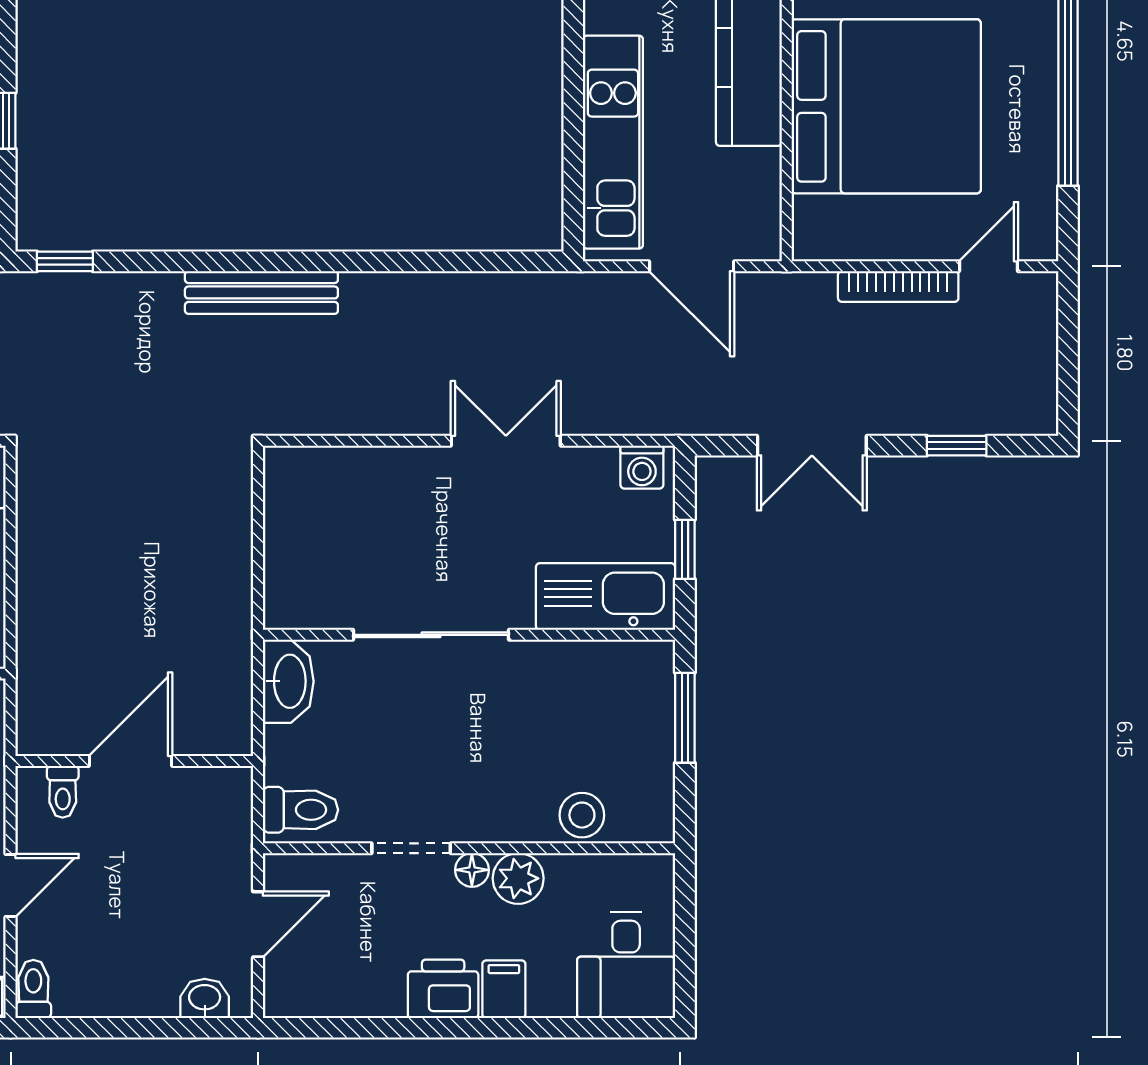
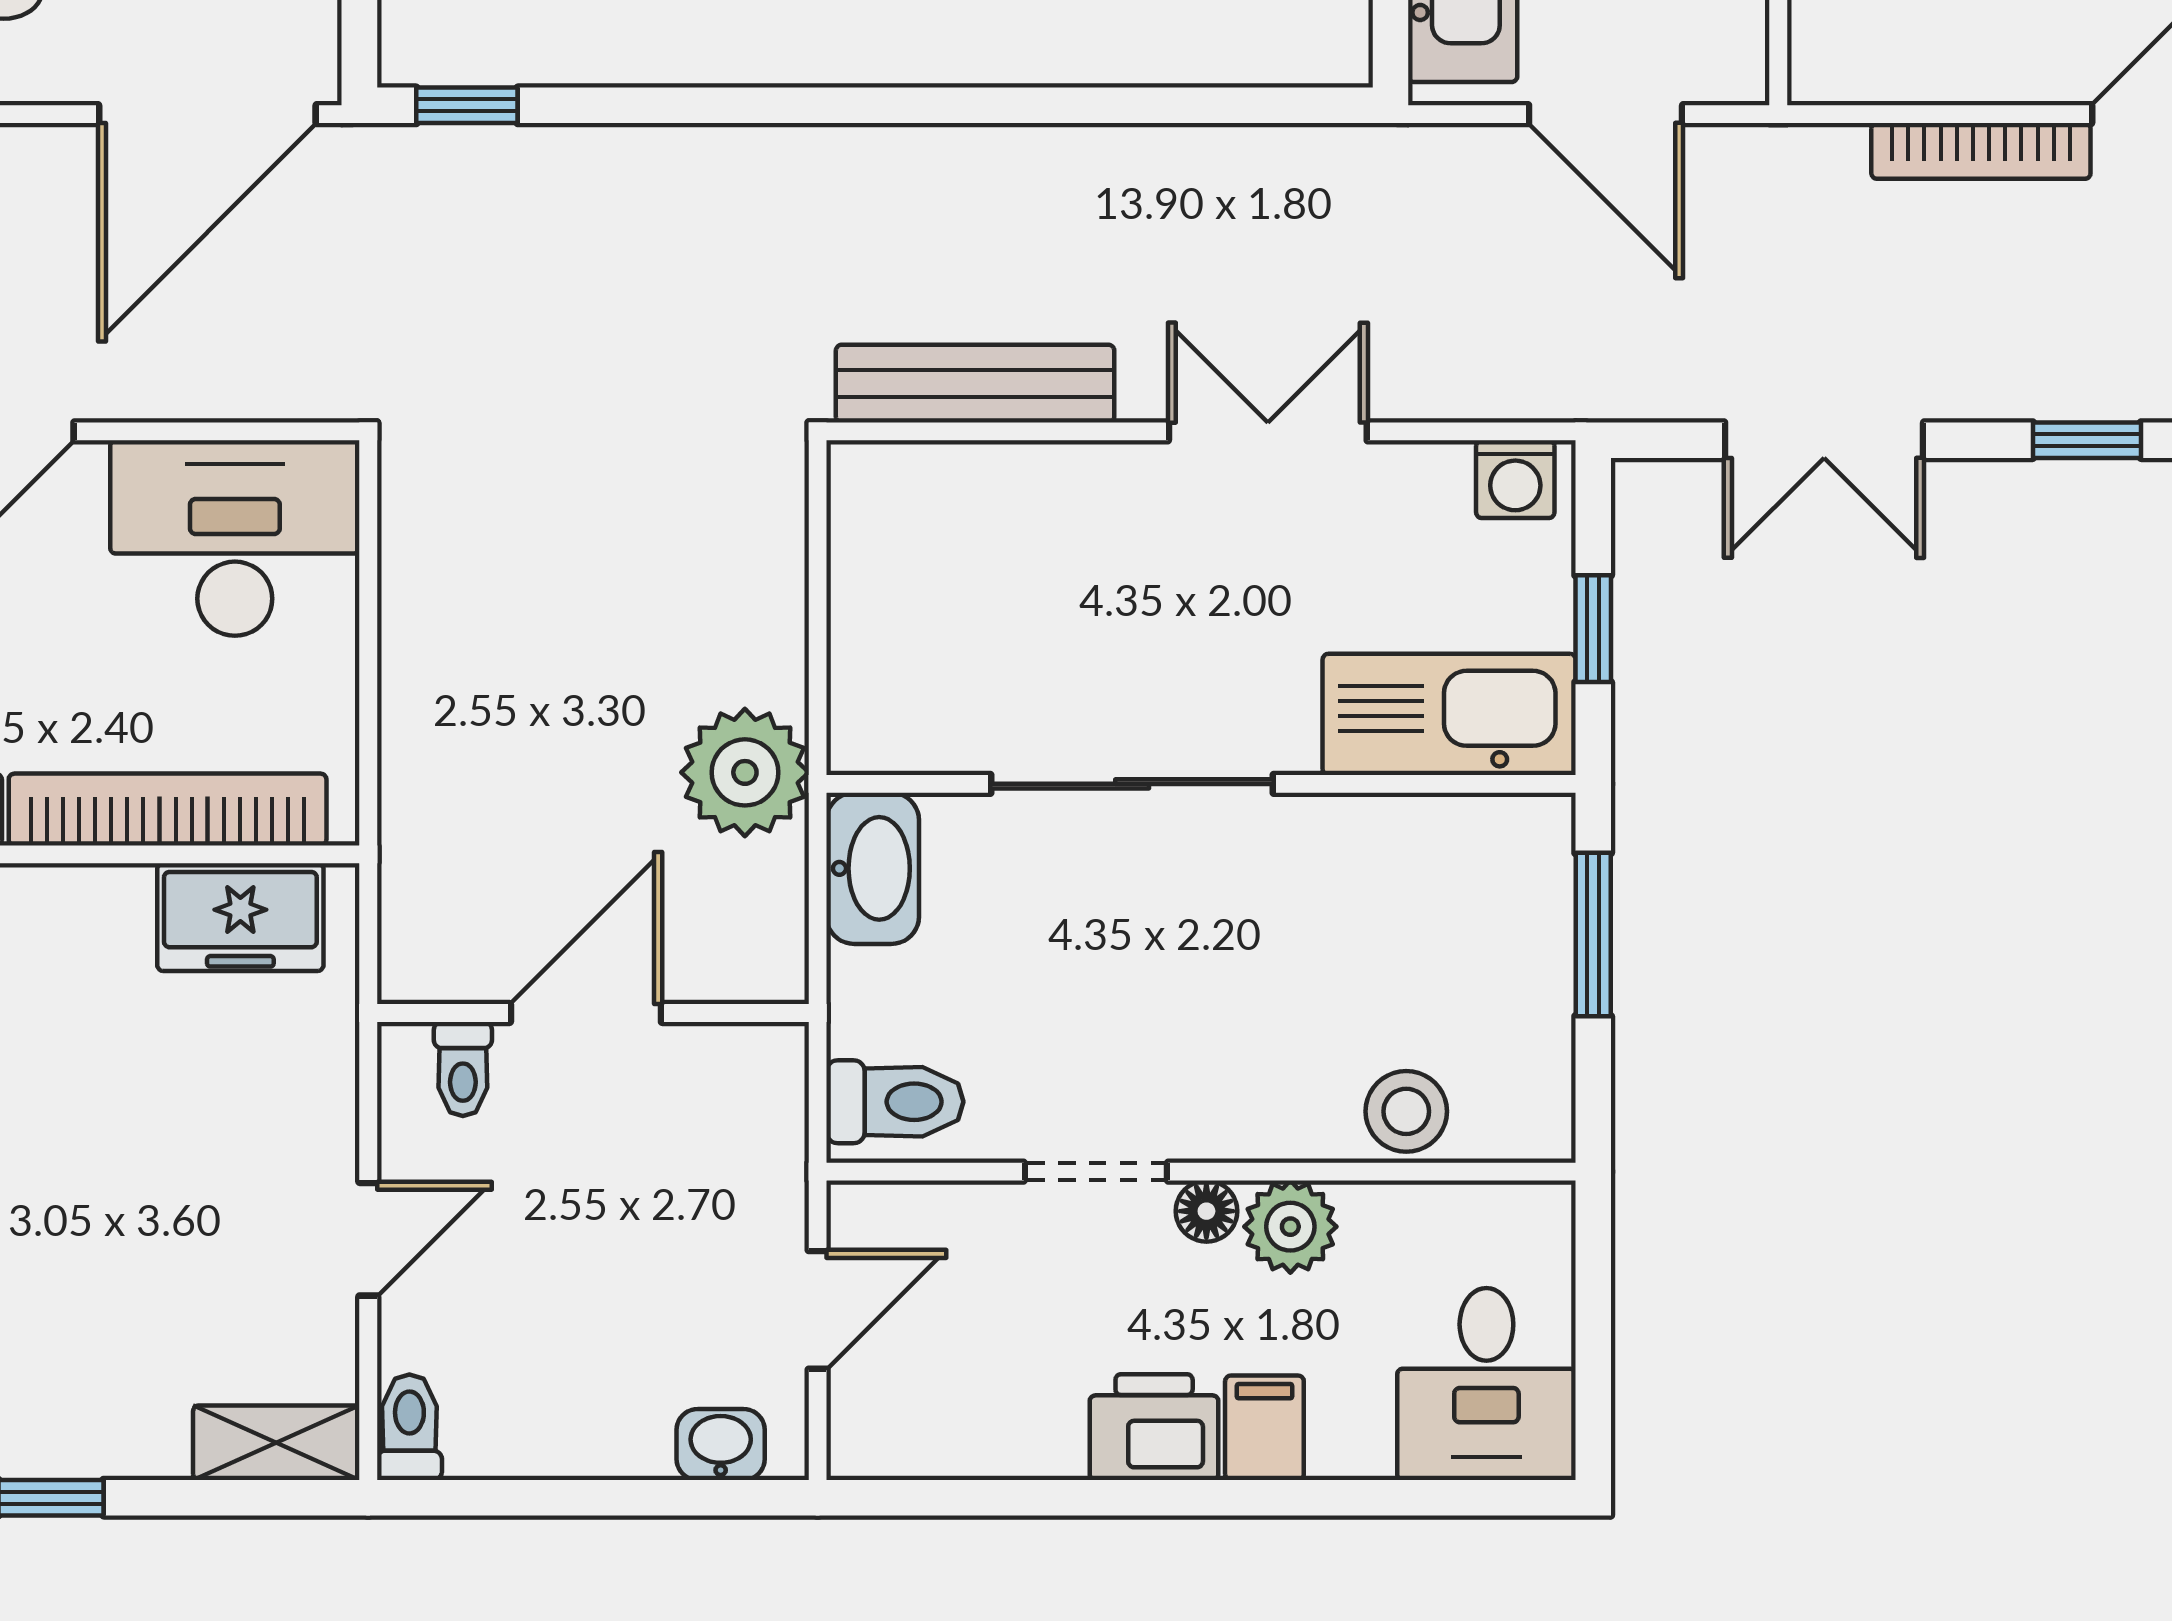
bench: (261, 292) -> (975, 384), moved
plant: (218, 629) -> (745, 772), added

